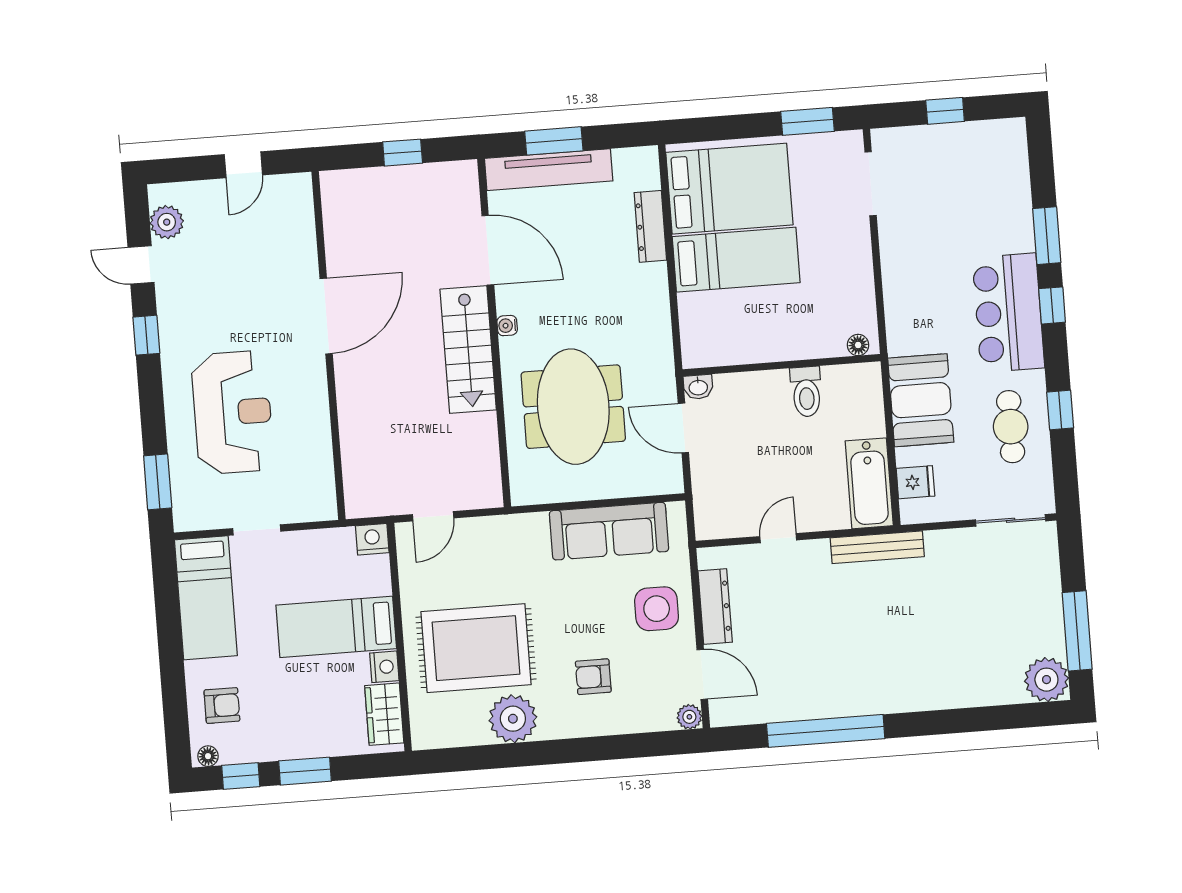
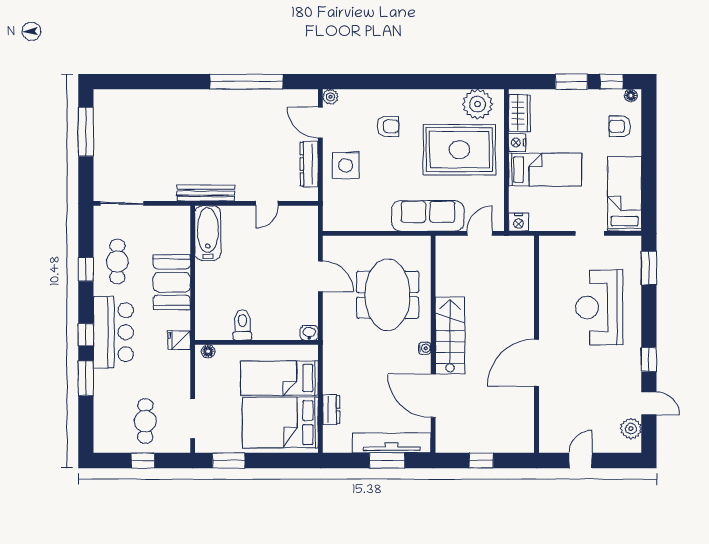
cafe table: (946, 174) -> (145, 421), added
dresser: (650, 226) -> (331, 409), width x0.70
floor lamp: (858, 345) -> (208, 351), moved
wall: (782, 365) -> (256, 342), moved
washbasin: (698, 387) -> (309, 333), moved
toilet: (806, 392) -> (242, 325), moved
fridge: (915, 482) -> (179, 340), moved
sofa: (609, 531) -> (428, 216), moved
plant: (1046, 680) -> (107, 103), removed
plant: (513, 719) -> (478, 104), moved

